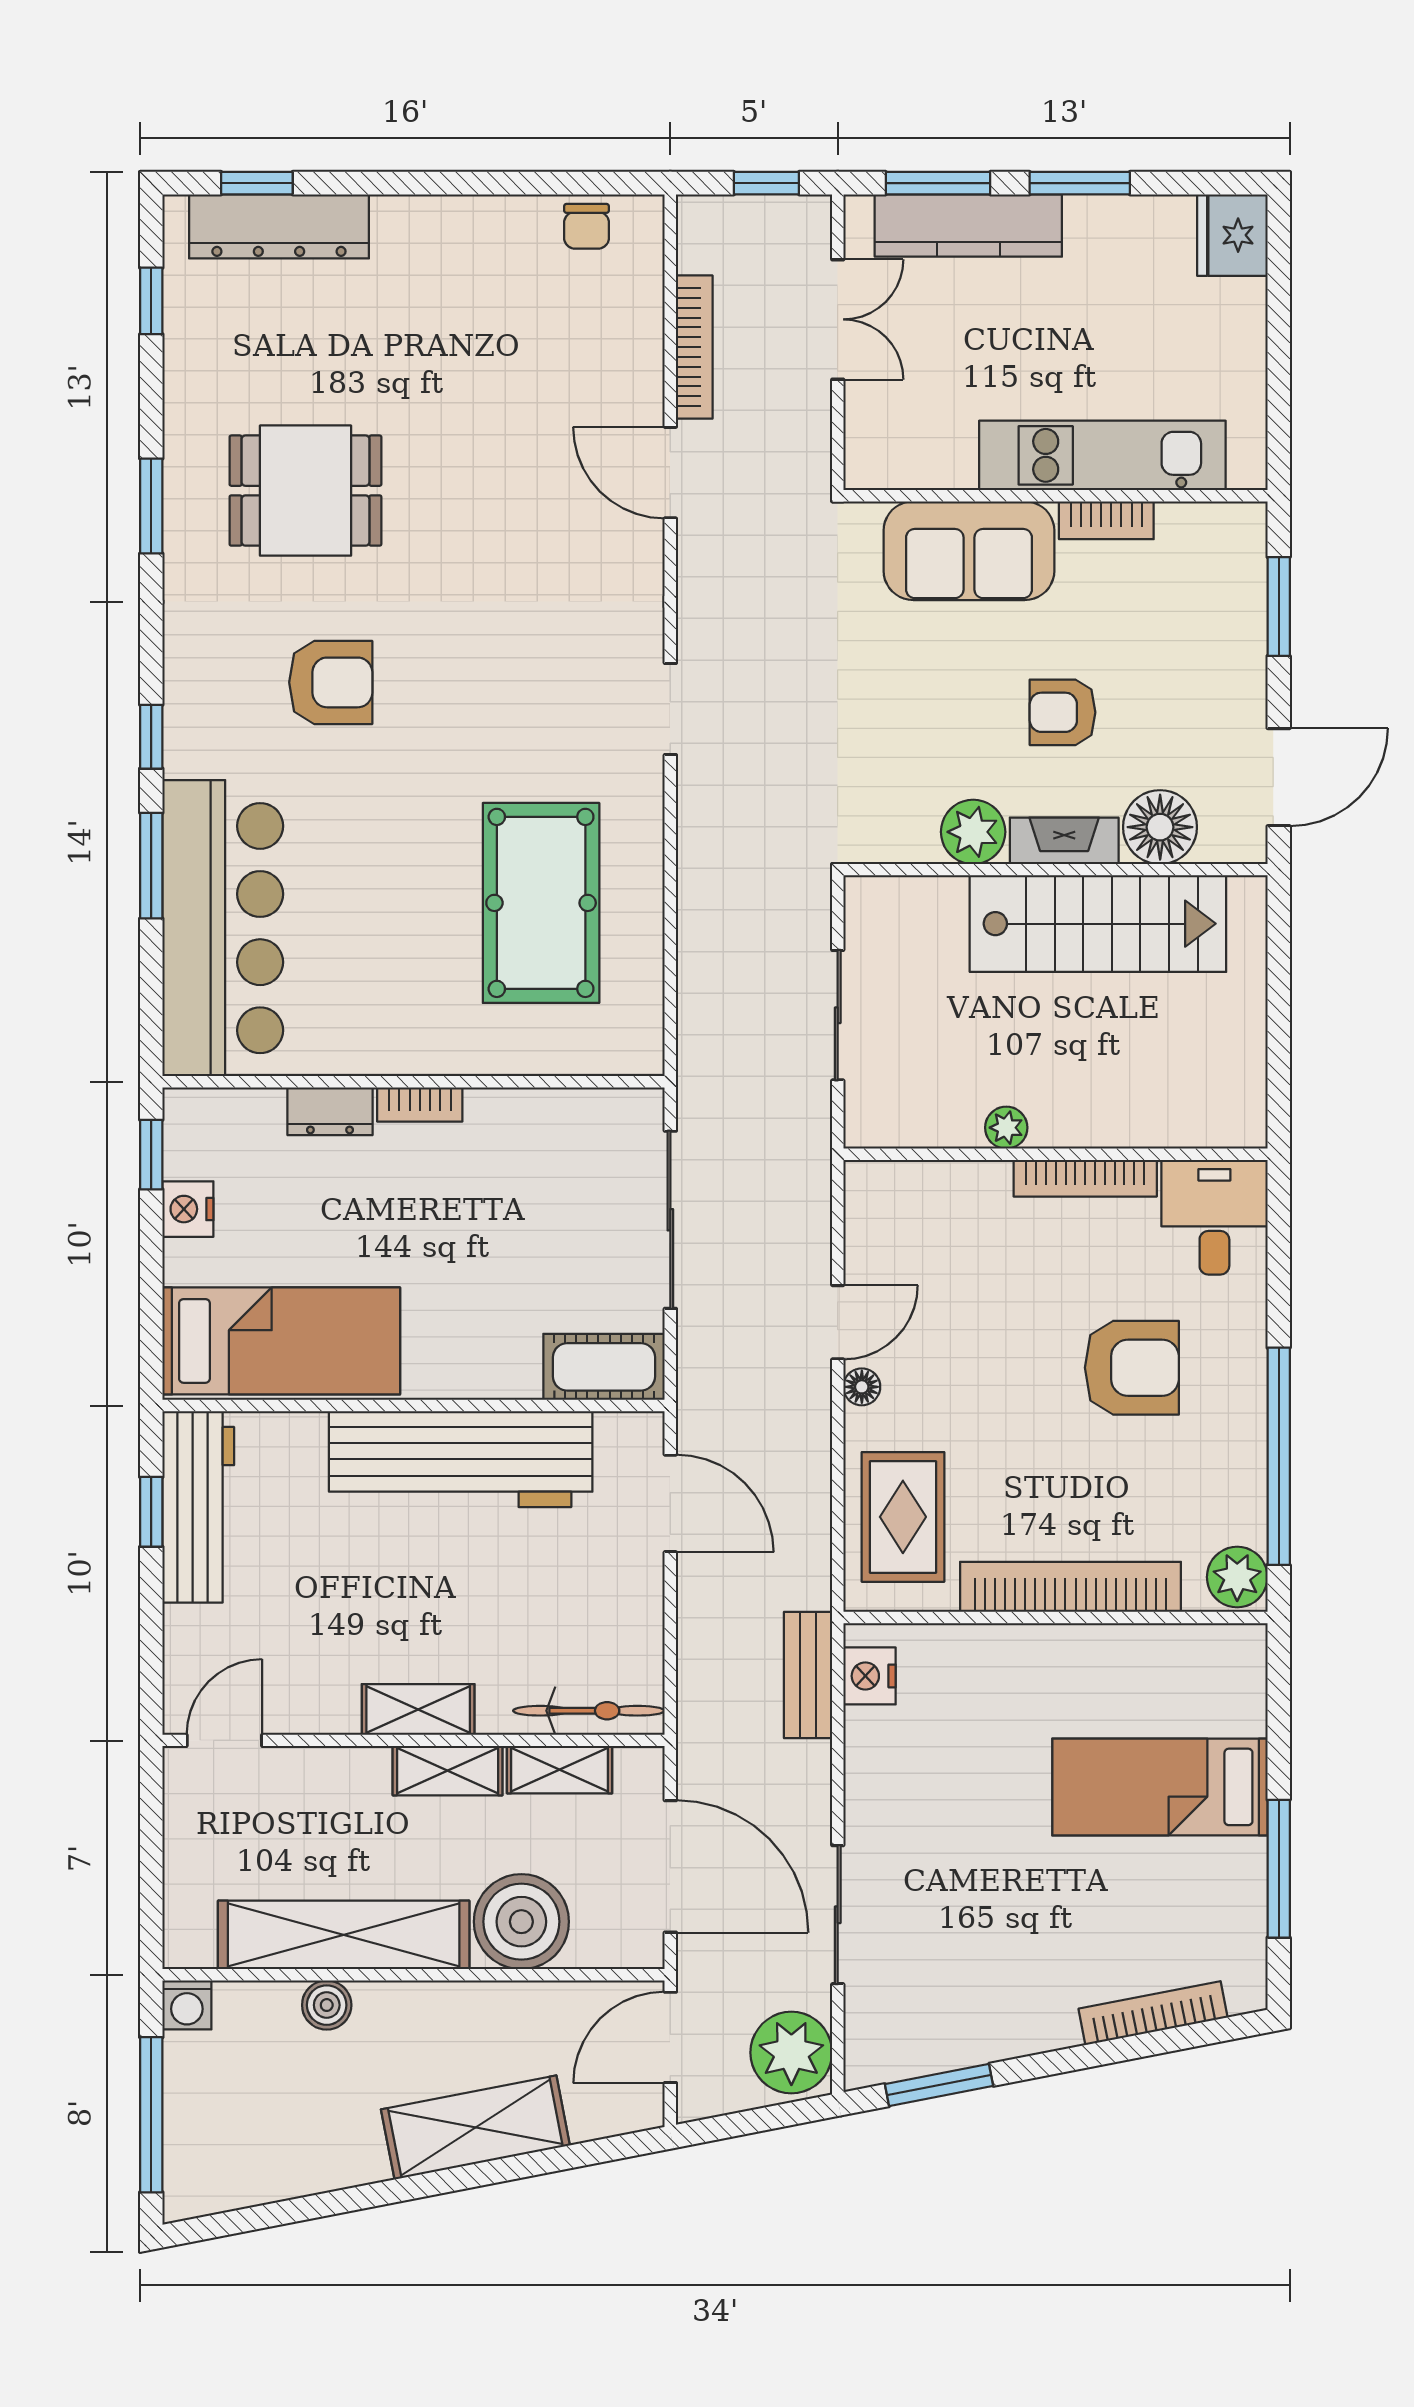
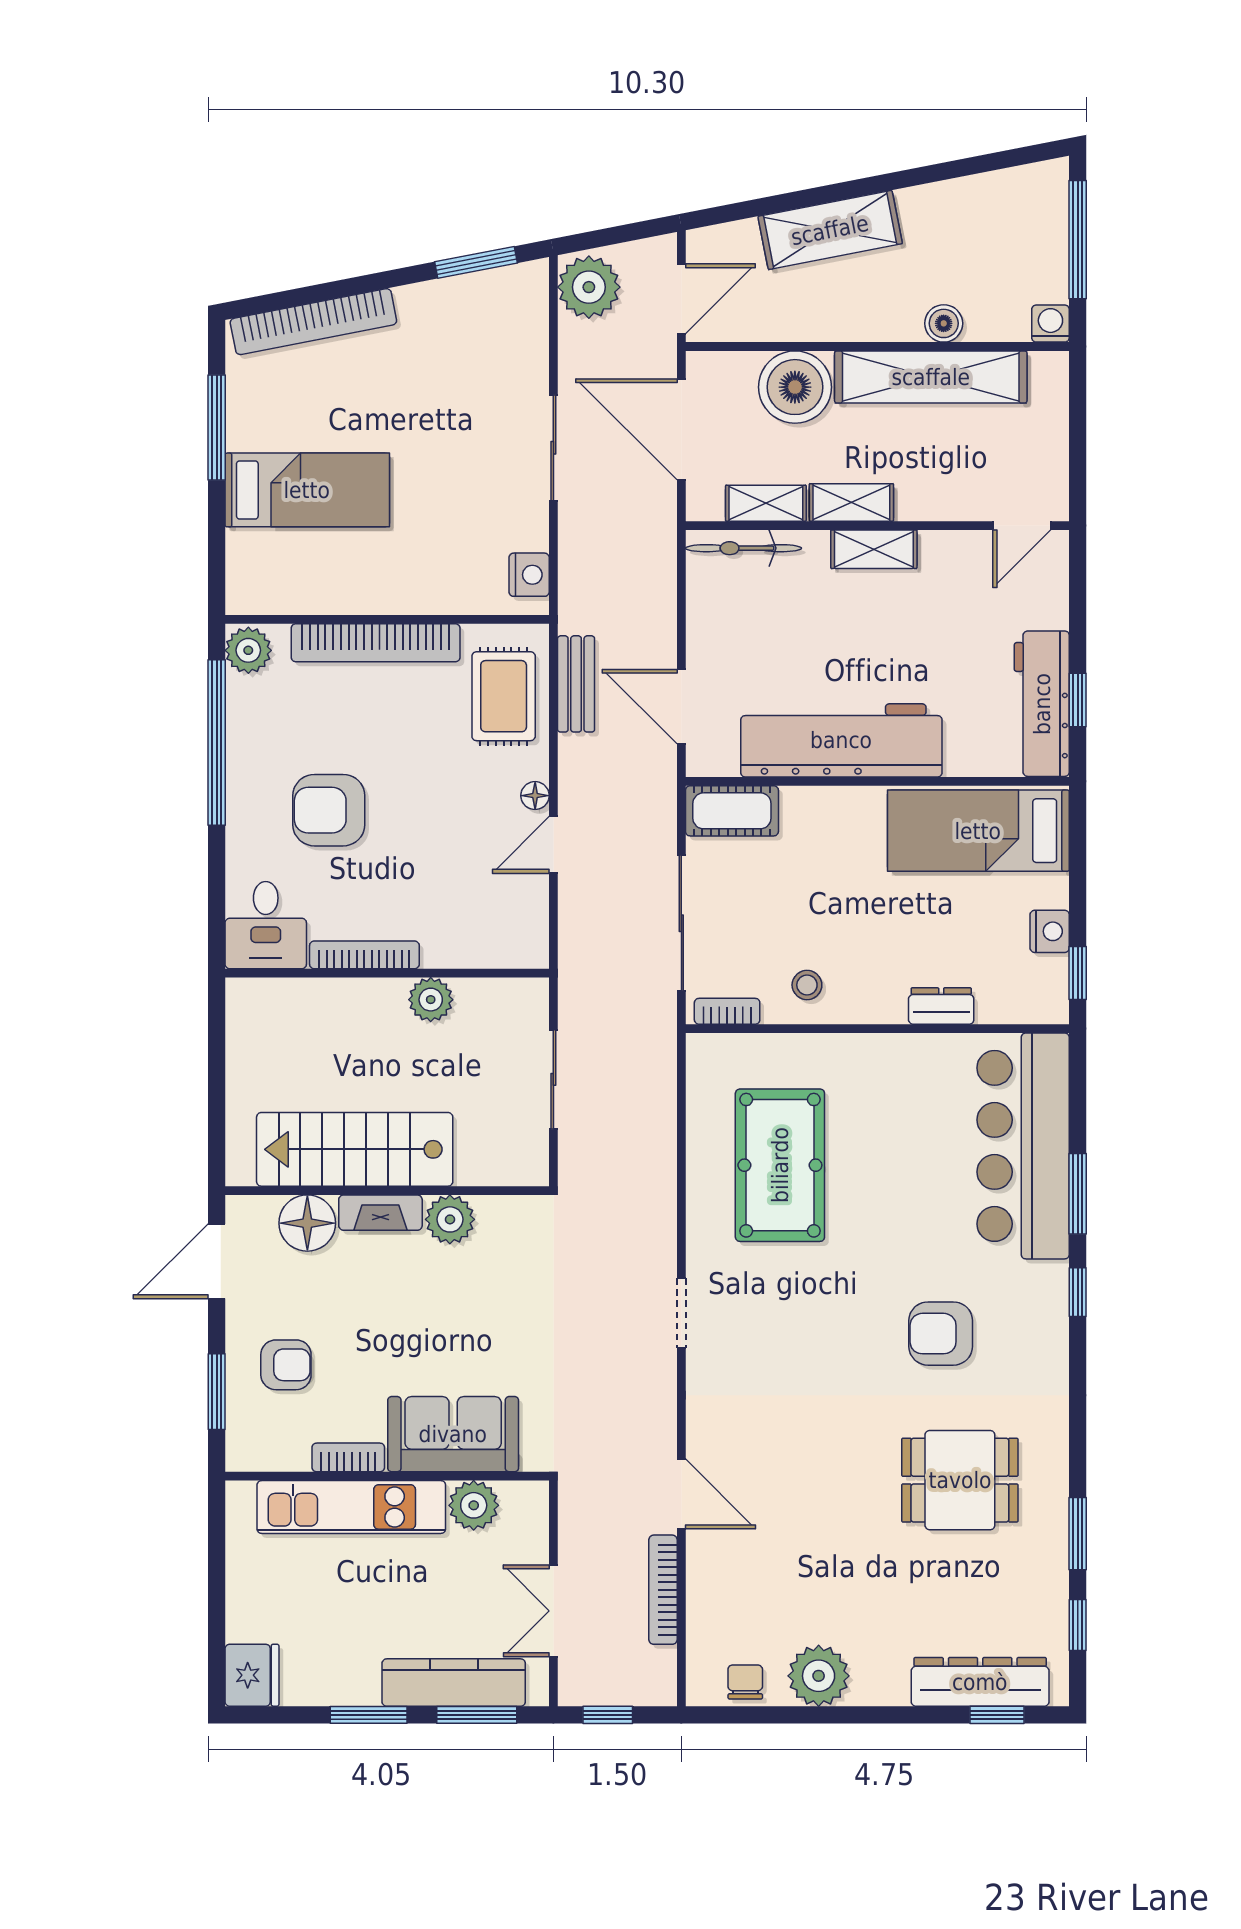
plant: (491, 234) -> (819, 1676), added
plant: (942, 458) -> (474, 1505), added
window: (151, 506) -> (1078, 1534), moved
armchair: (1063, 712) -> (286, 1365), moved
bookcase: (420, 1104) -> (727, 1011), moved
plant: (1006, 1128) -> (431, 1000), width x1.38, depth x1.38
stool: (506, 1139) -> (807, 985), added
bench: (808, 1675) -> (576, 684), moved
sliding door: (838, 1915) -> (553, 448), moved
bookcase: (1153, 2013) -> (313, 322), width x1.48, depth x1.31

